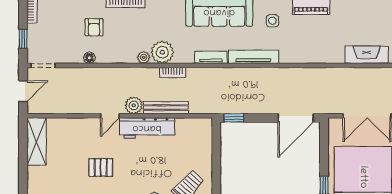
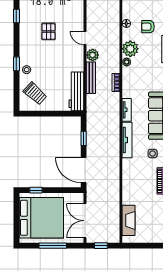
plant: (162, 52) -> (130, 49), moved
window: (234, 118) -> (84, 138), moved
workbench: (147, 128) -> (76, 91), moved

